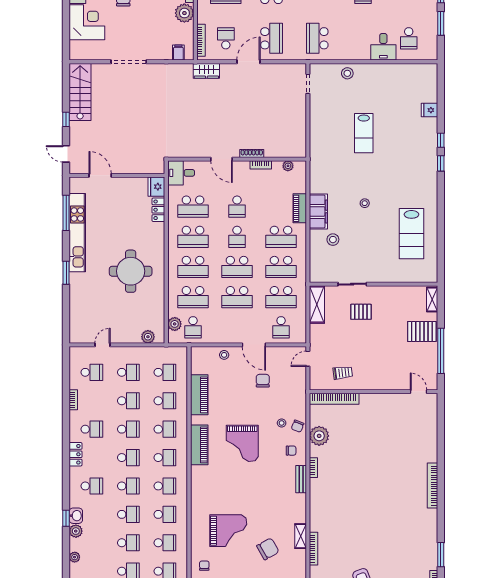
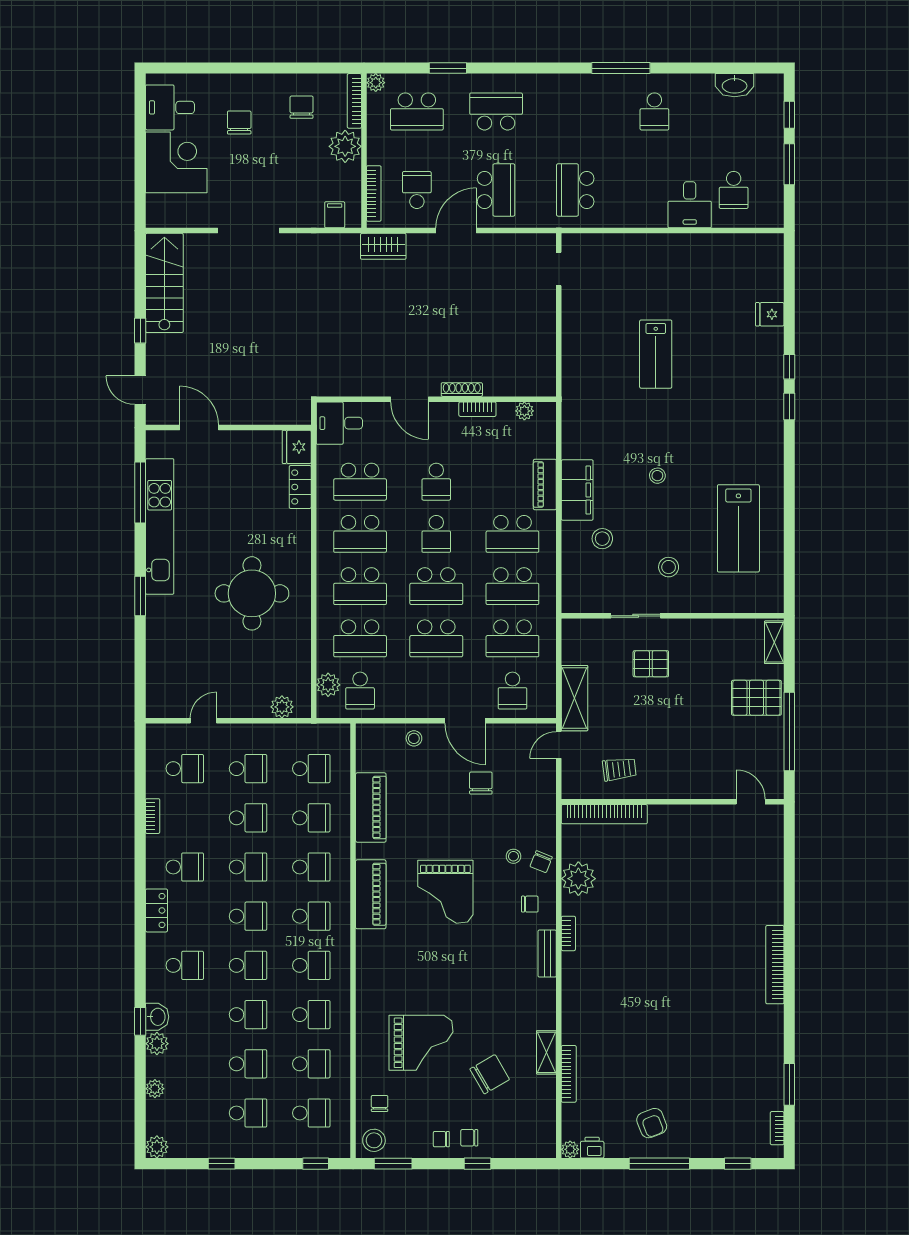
stool: (347, 73) -> (669, 567), moved
shelving: (317, 305) -> (575, 698), moved

